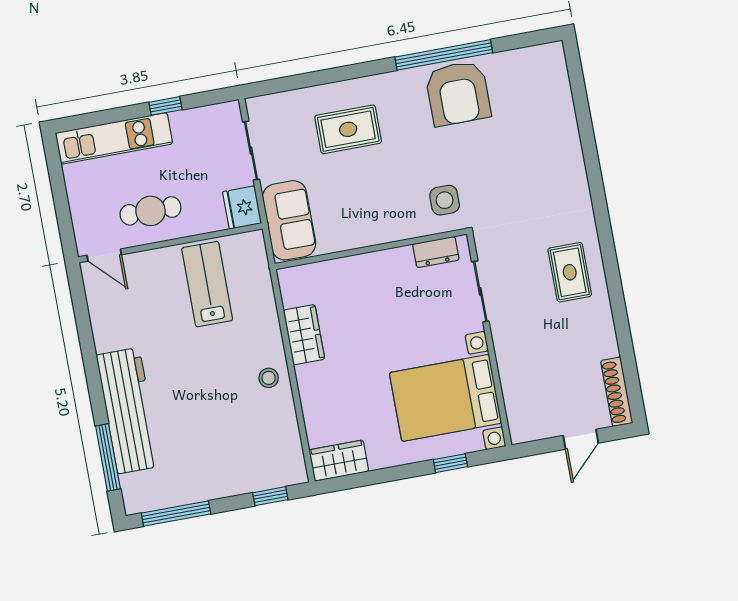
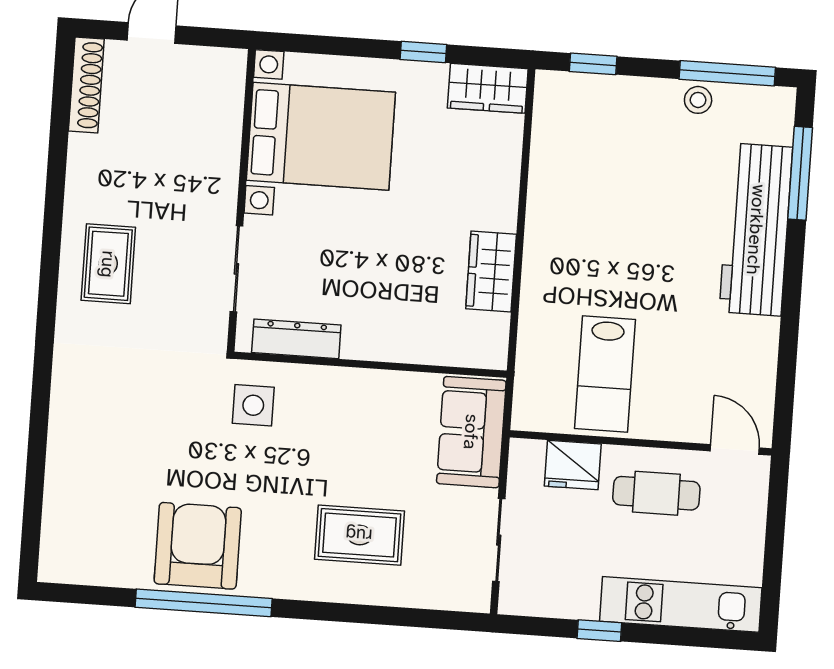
fridge: (242, 208) -> (573, 465), moved, turned 90
dresser: (436, 252) -> (296, 339), width x1.44
stool: (269, 378) -> (698, 100), moved
window: (450, 463) -> (423, 52), moved

